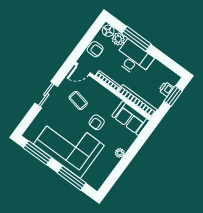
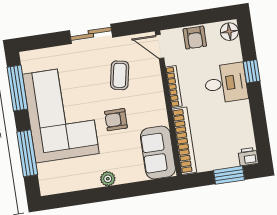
plant: (118, 39) -> (231, 52), removed
window: (136, 39) -> (252, 71), width x0.46
desk: (134, 58) -> (226, 83), width x0.73
printer: (166, 89) -> (248, 157), moved

